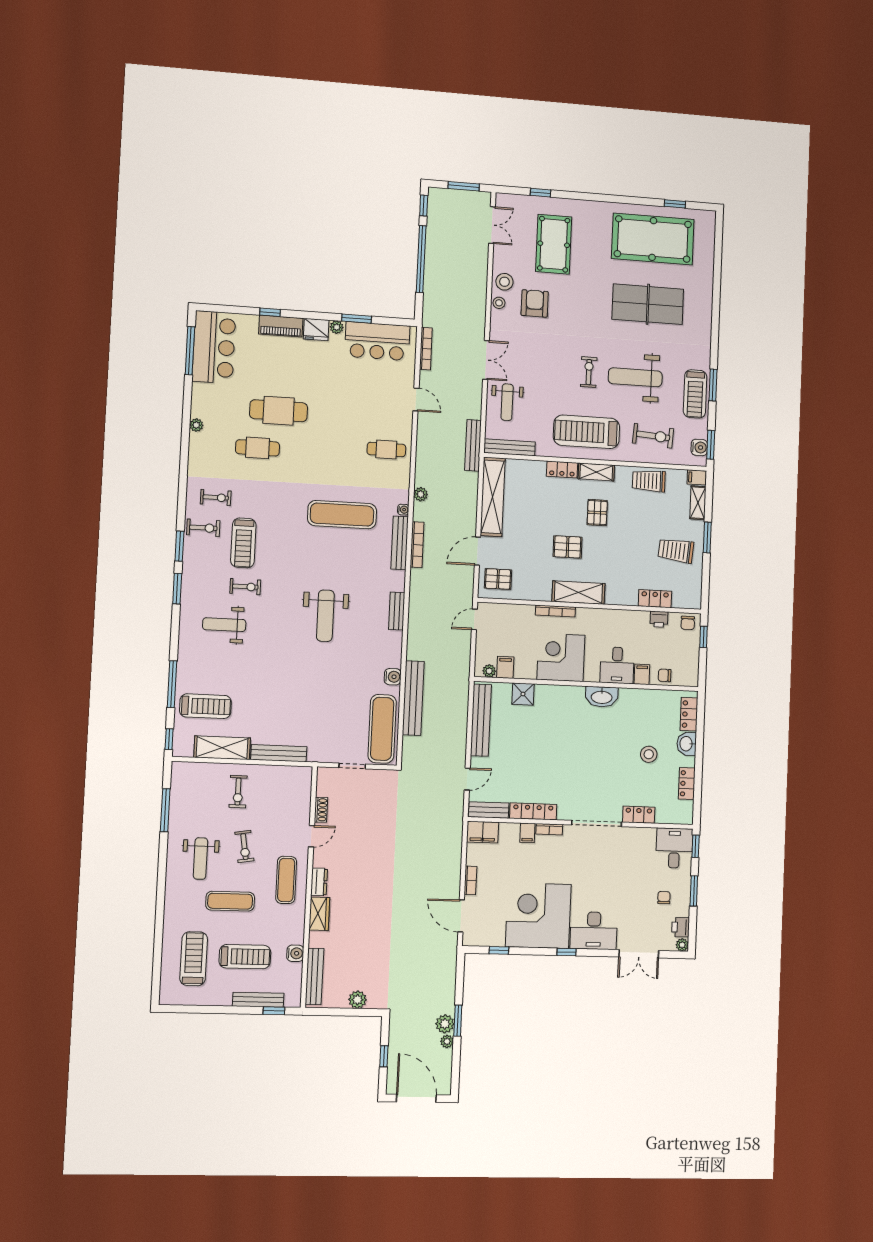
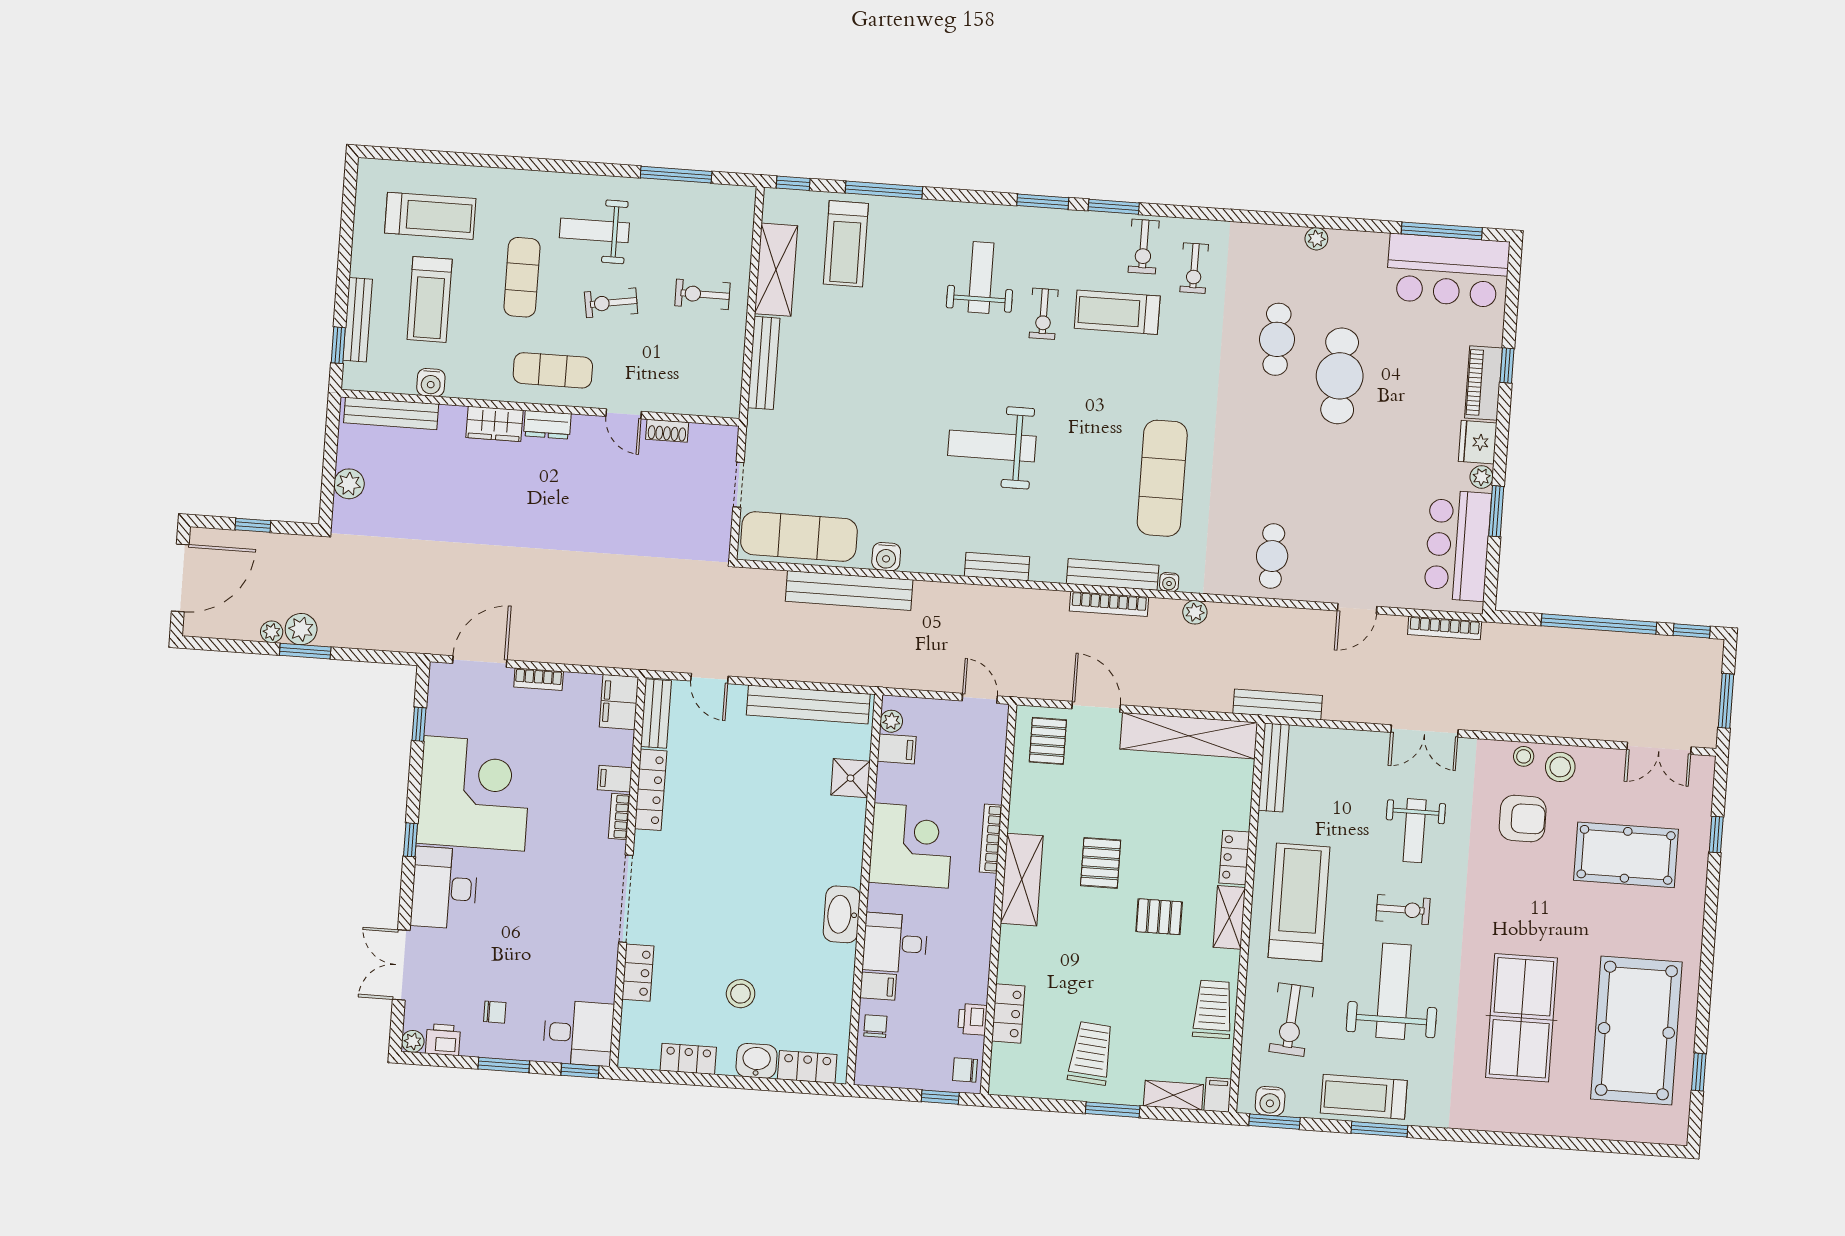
weight bench: (507, 402) -> (1415, 831), moved, turned -90

